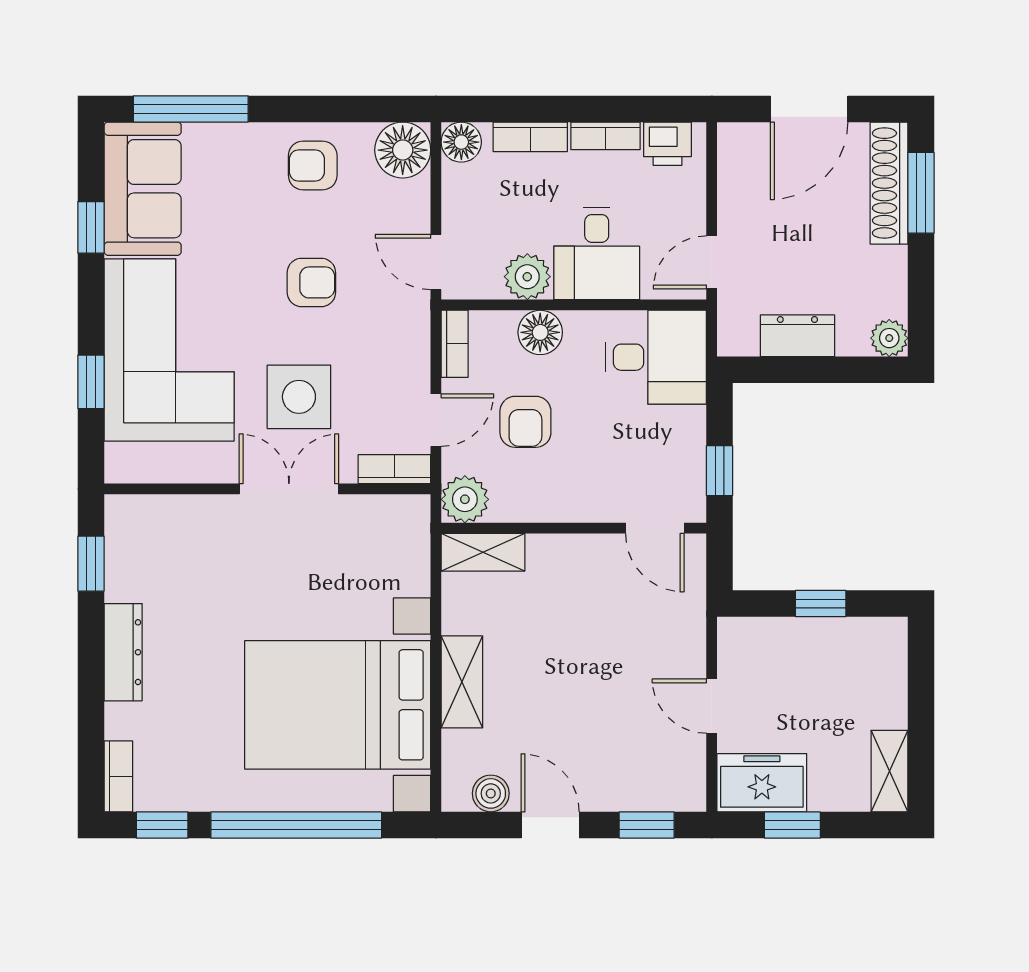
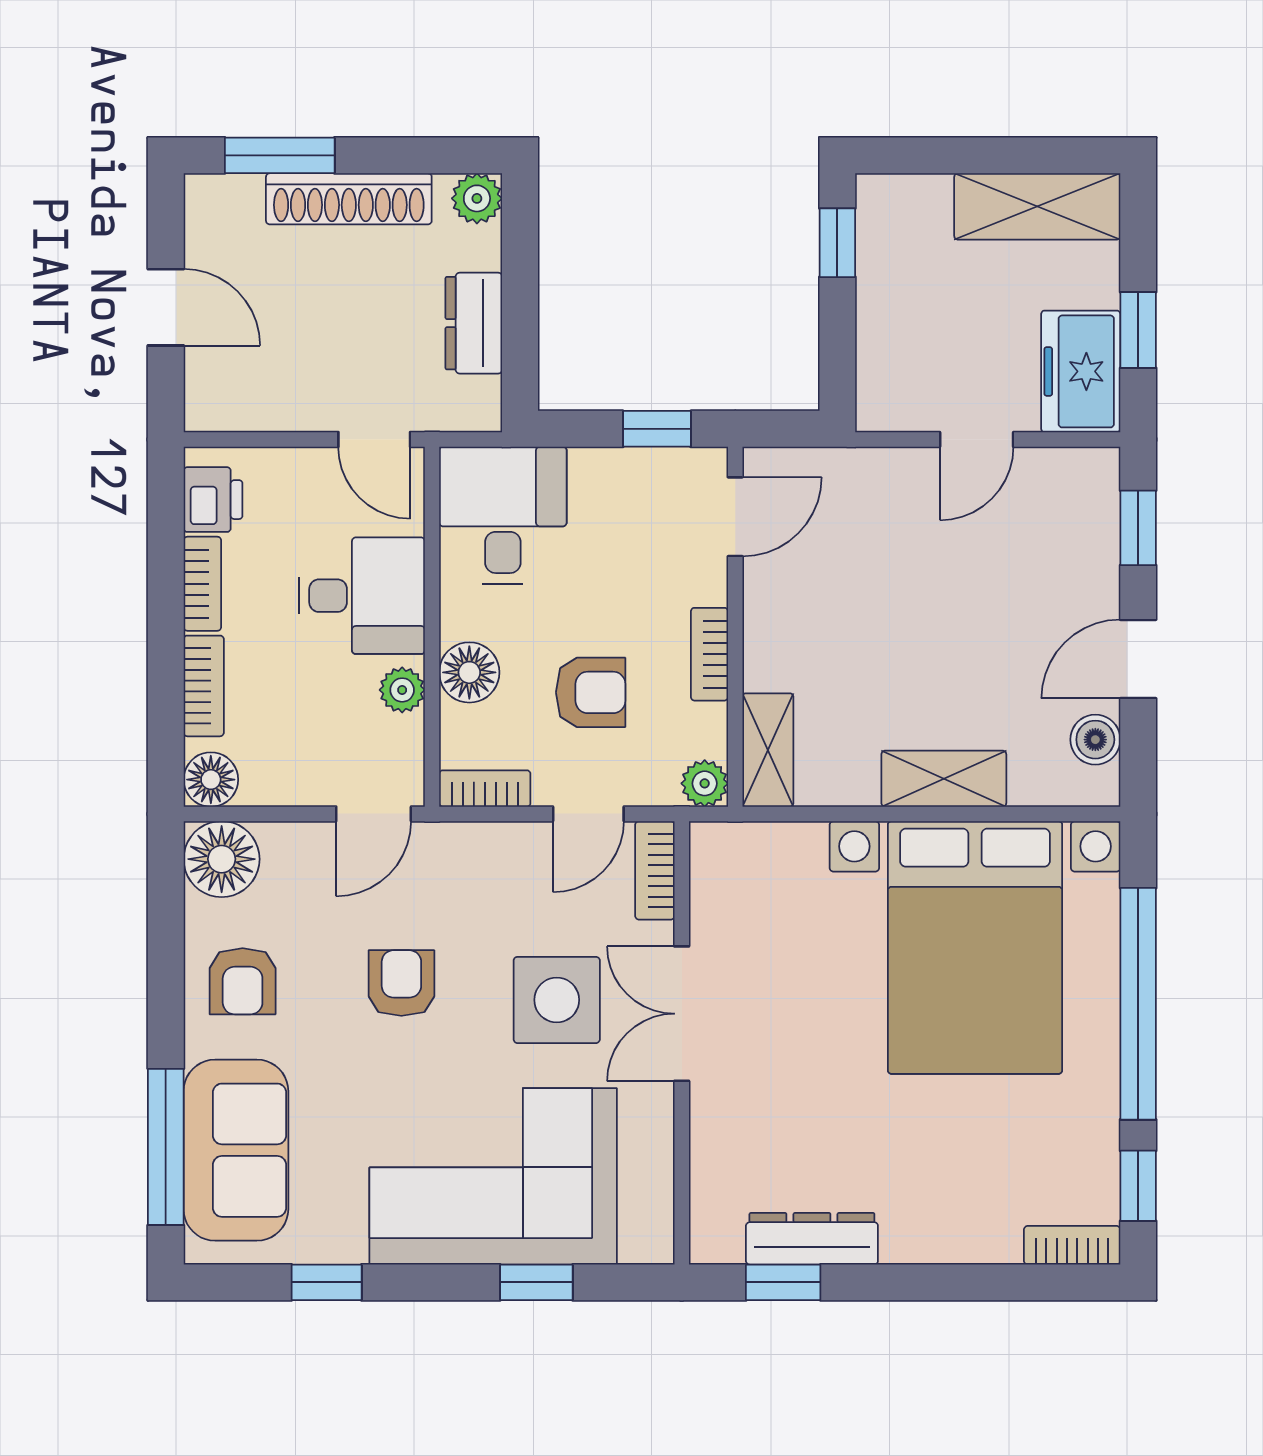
door: (809, 109) -> (166, 307), width x0.73
shoe rack: (889, 183) -> (349, 199), moved
sofa: (143, 189) -> (236, 1150), moved, turned 90
plant: (527, 277) -> (402, 690), width x0.73, depth x0.73
door: (436, 420) -> (588, 814), swing flipped
plant: (465, 499) -> (705, 783), width x0.73, depth x0.73
bookcase: (554, 509) -> (709, 654), added
window: (821, 604) -> (837, 243), moved
dresser: (123, 652) -> (812, 1239), moved
shelving: (889, 771) -> (1037, 206), width x1.50, depth x1.33

